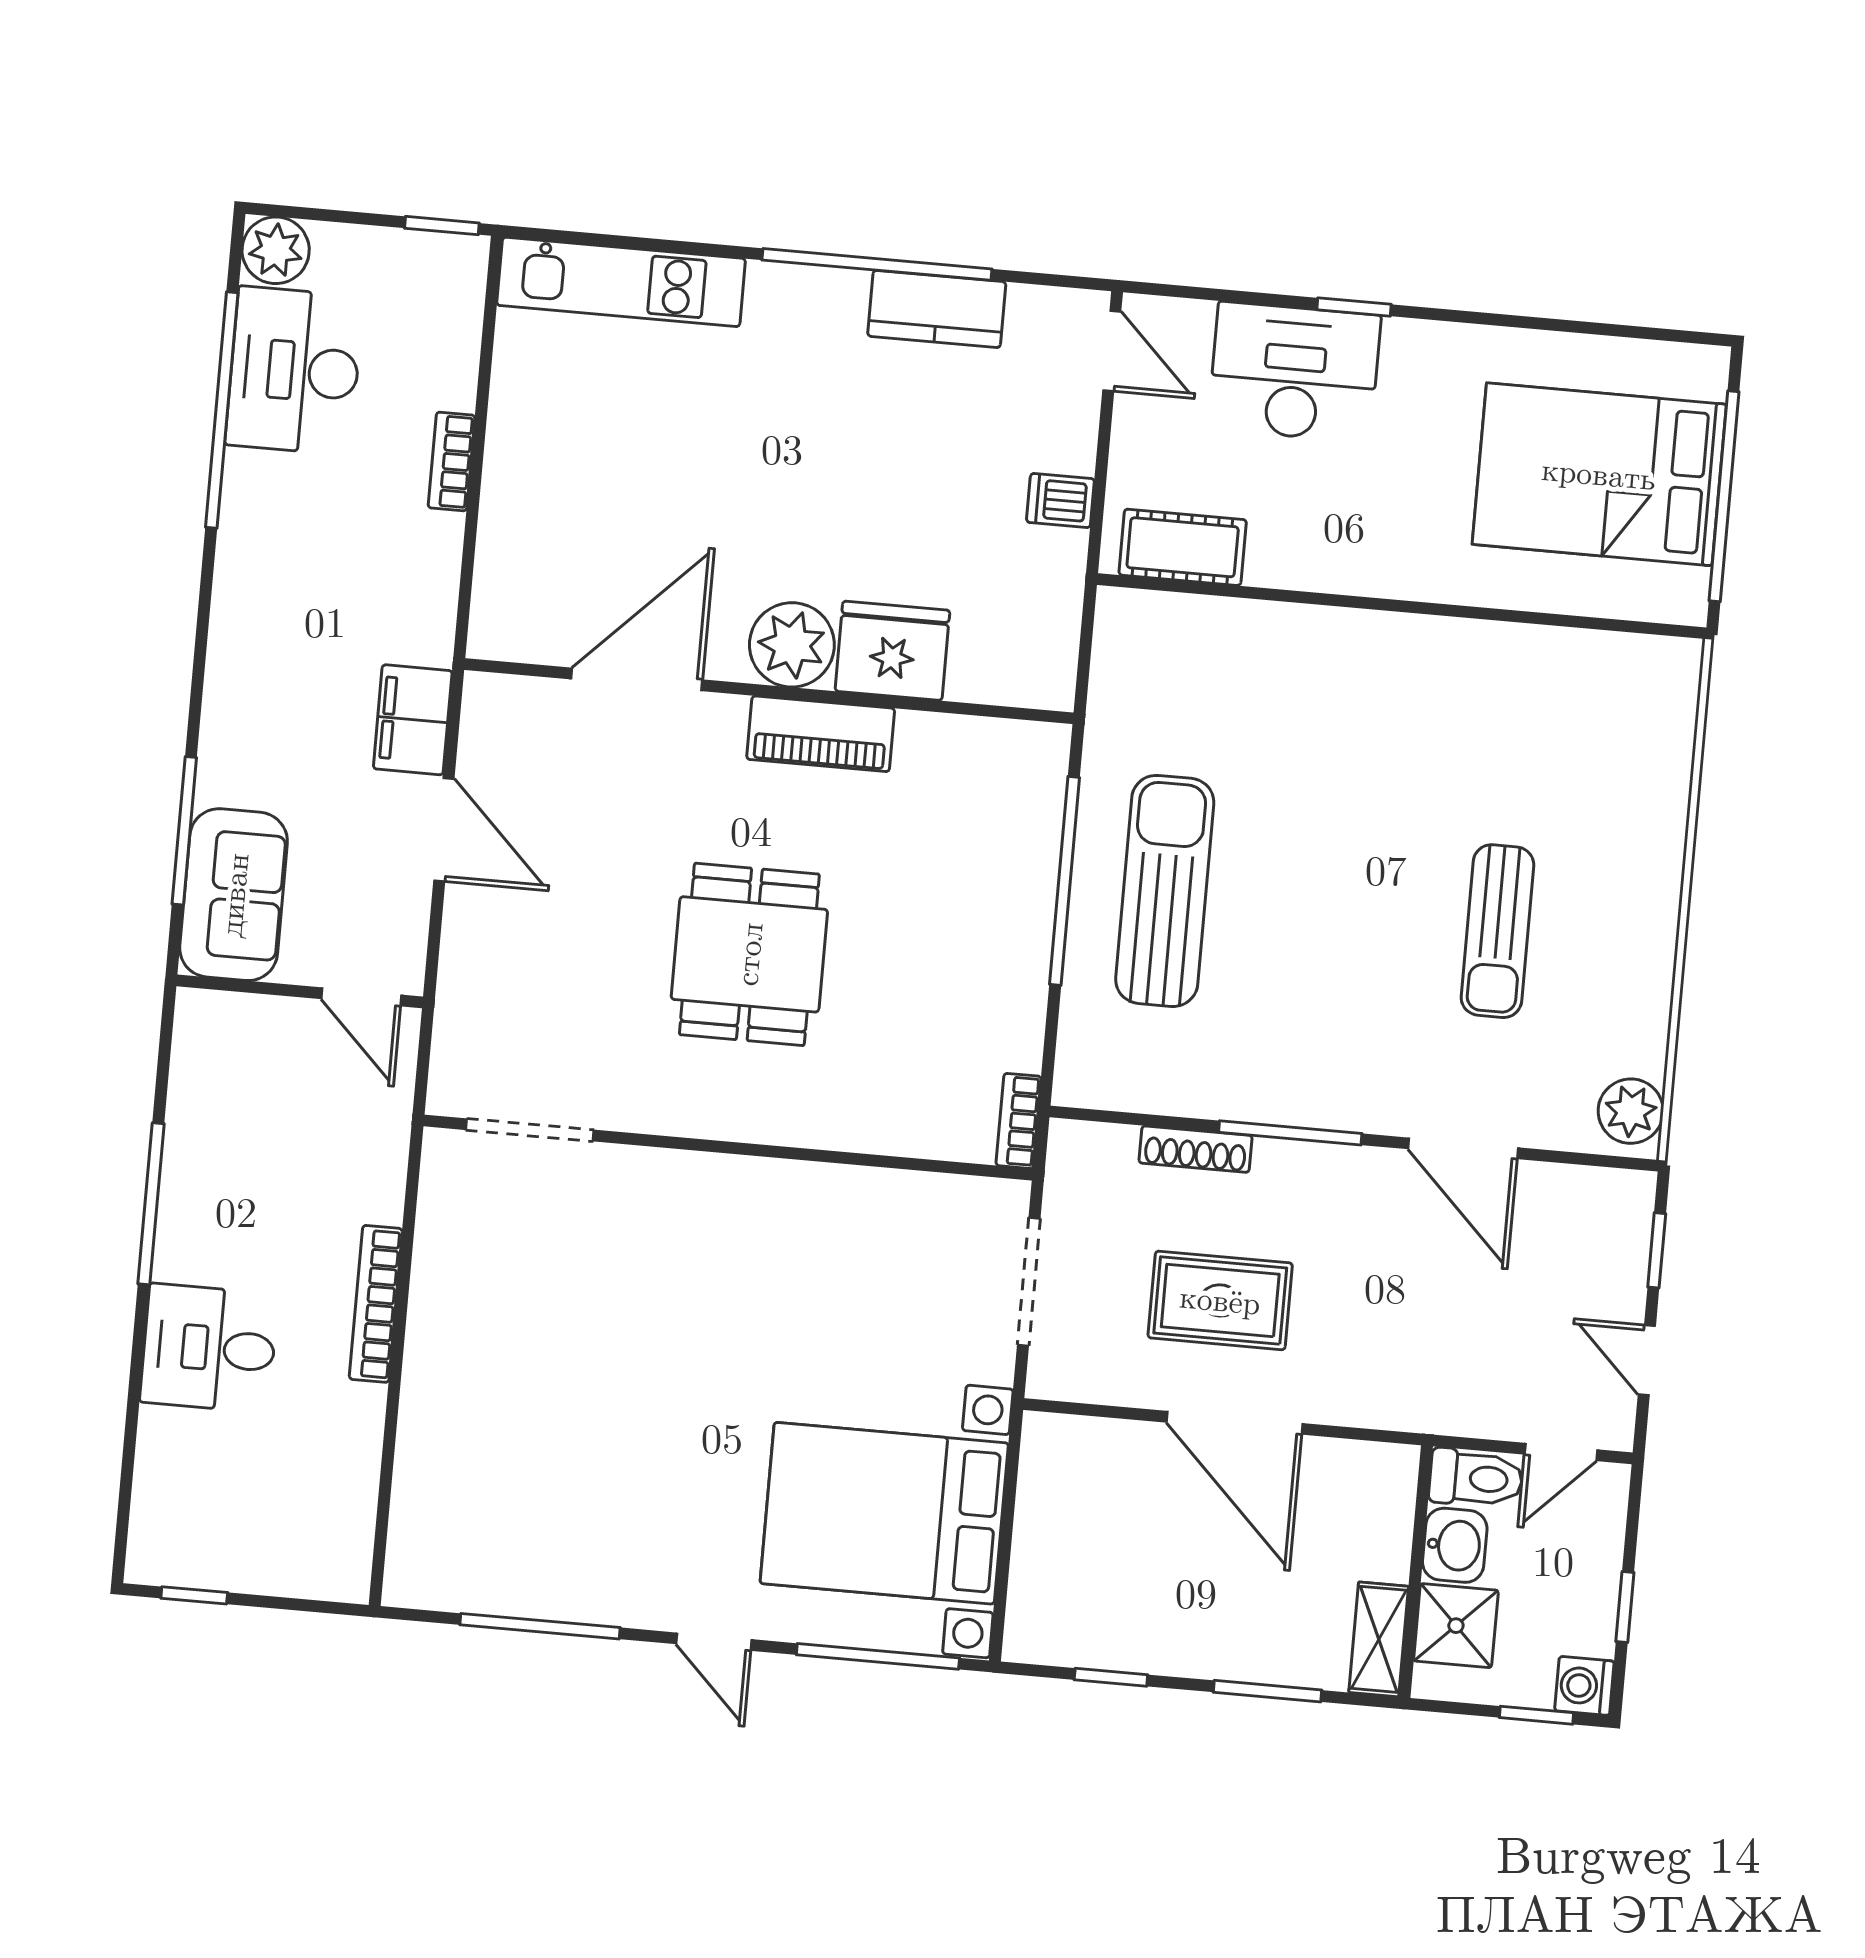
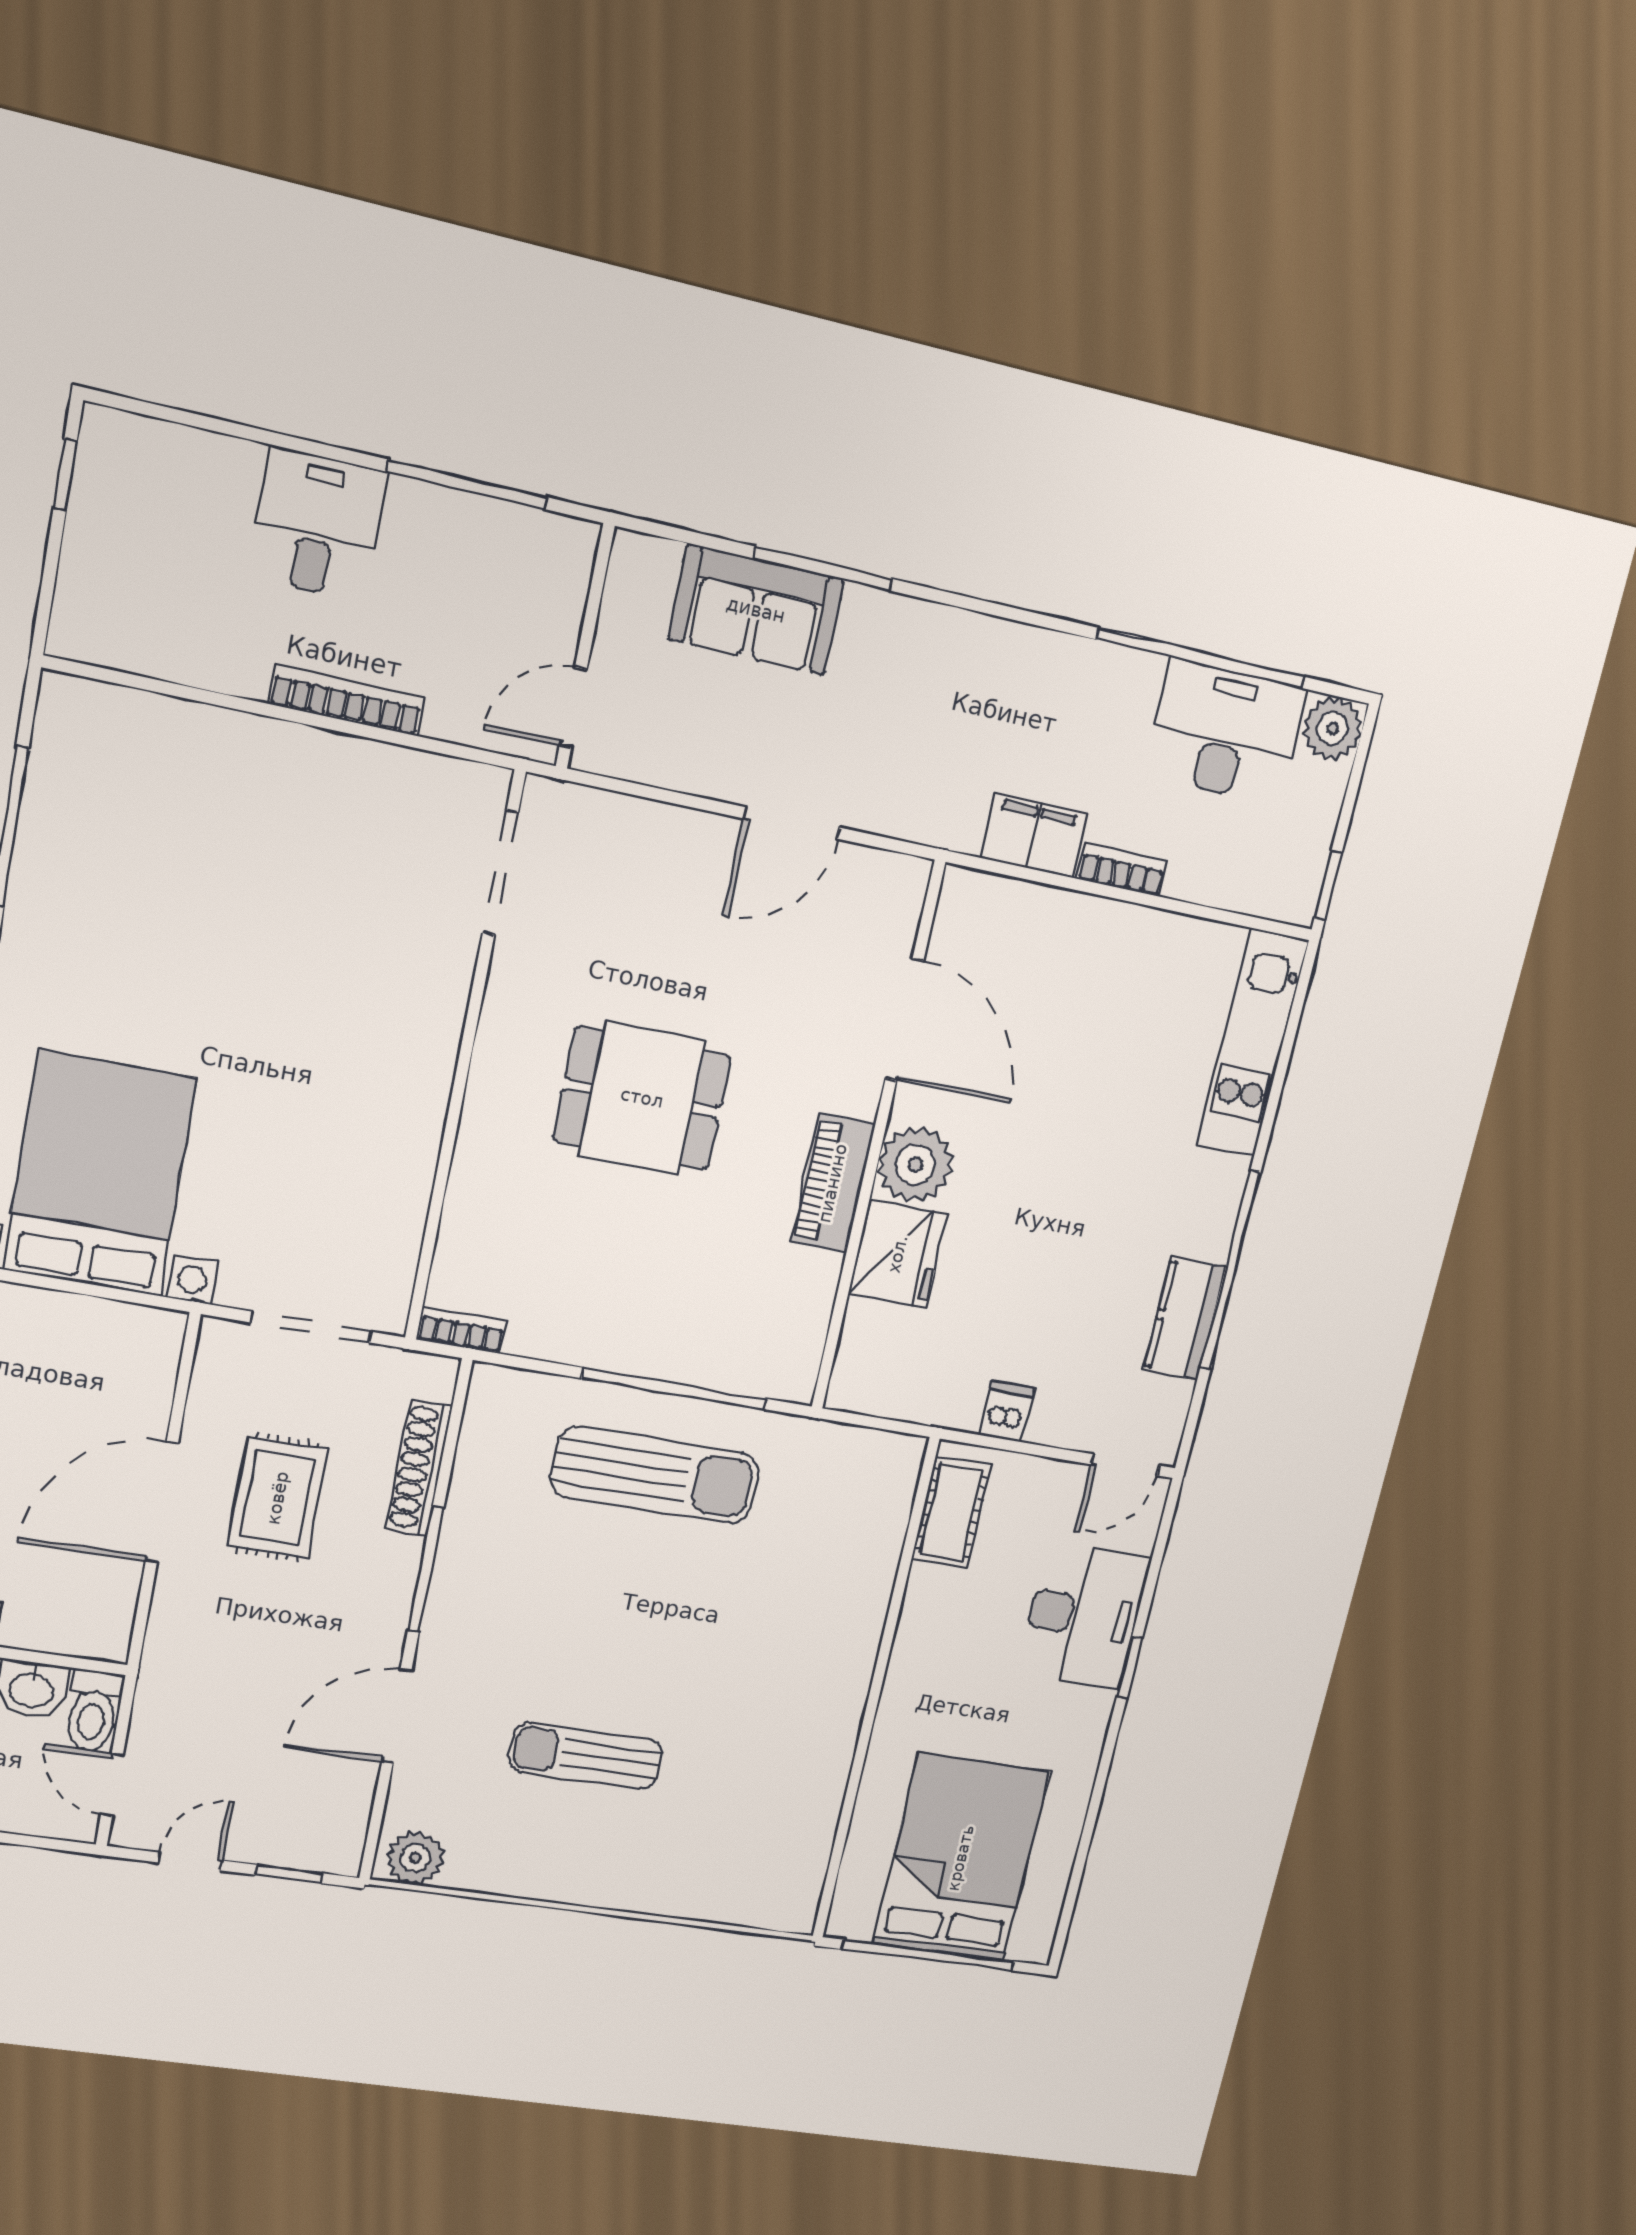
filing cabinet: (413, 720) -> (1034, 835), moved
wall: (300, 991) -> (585, 647), moved
door: (361, 997) -> (573, 708), moved
shoe rack: (1196, 1149) -> (419, 1468), width x1.36, depth x1.24

